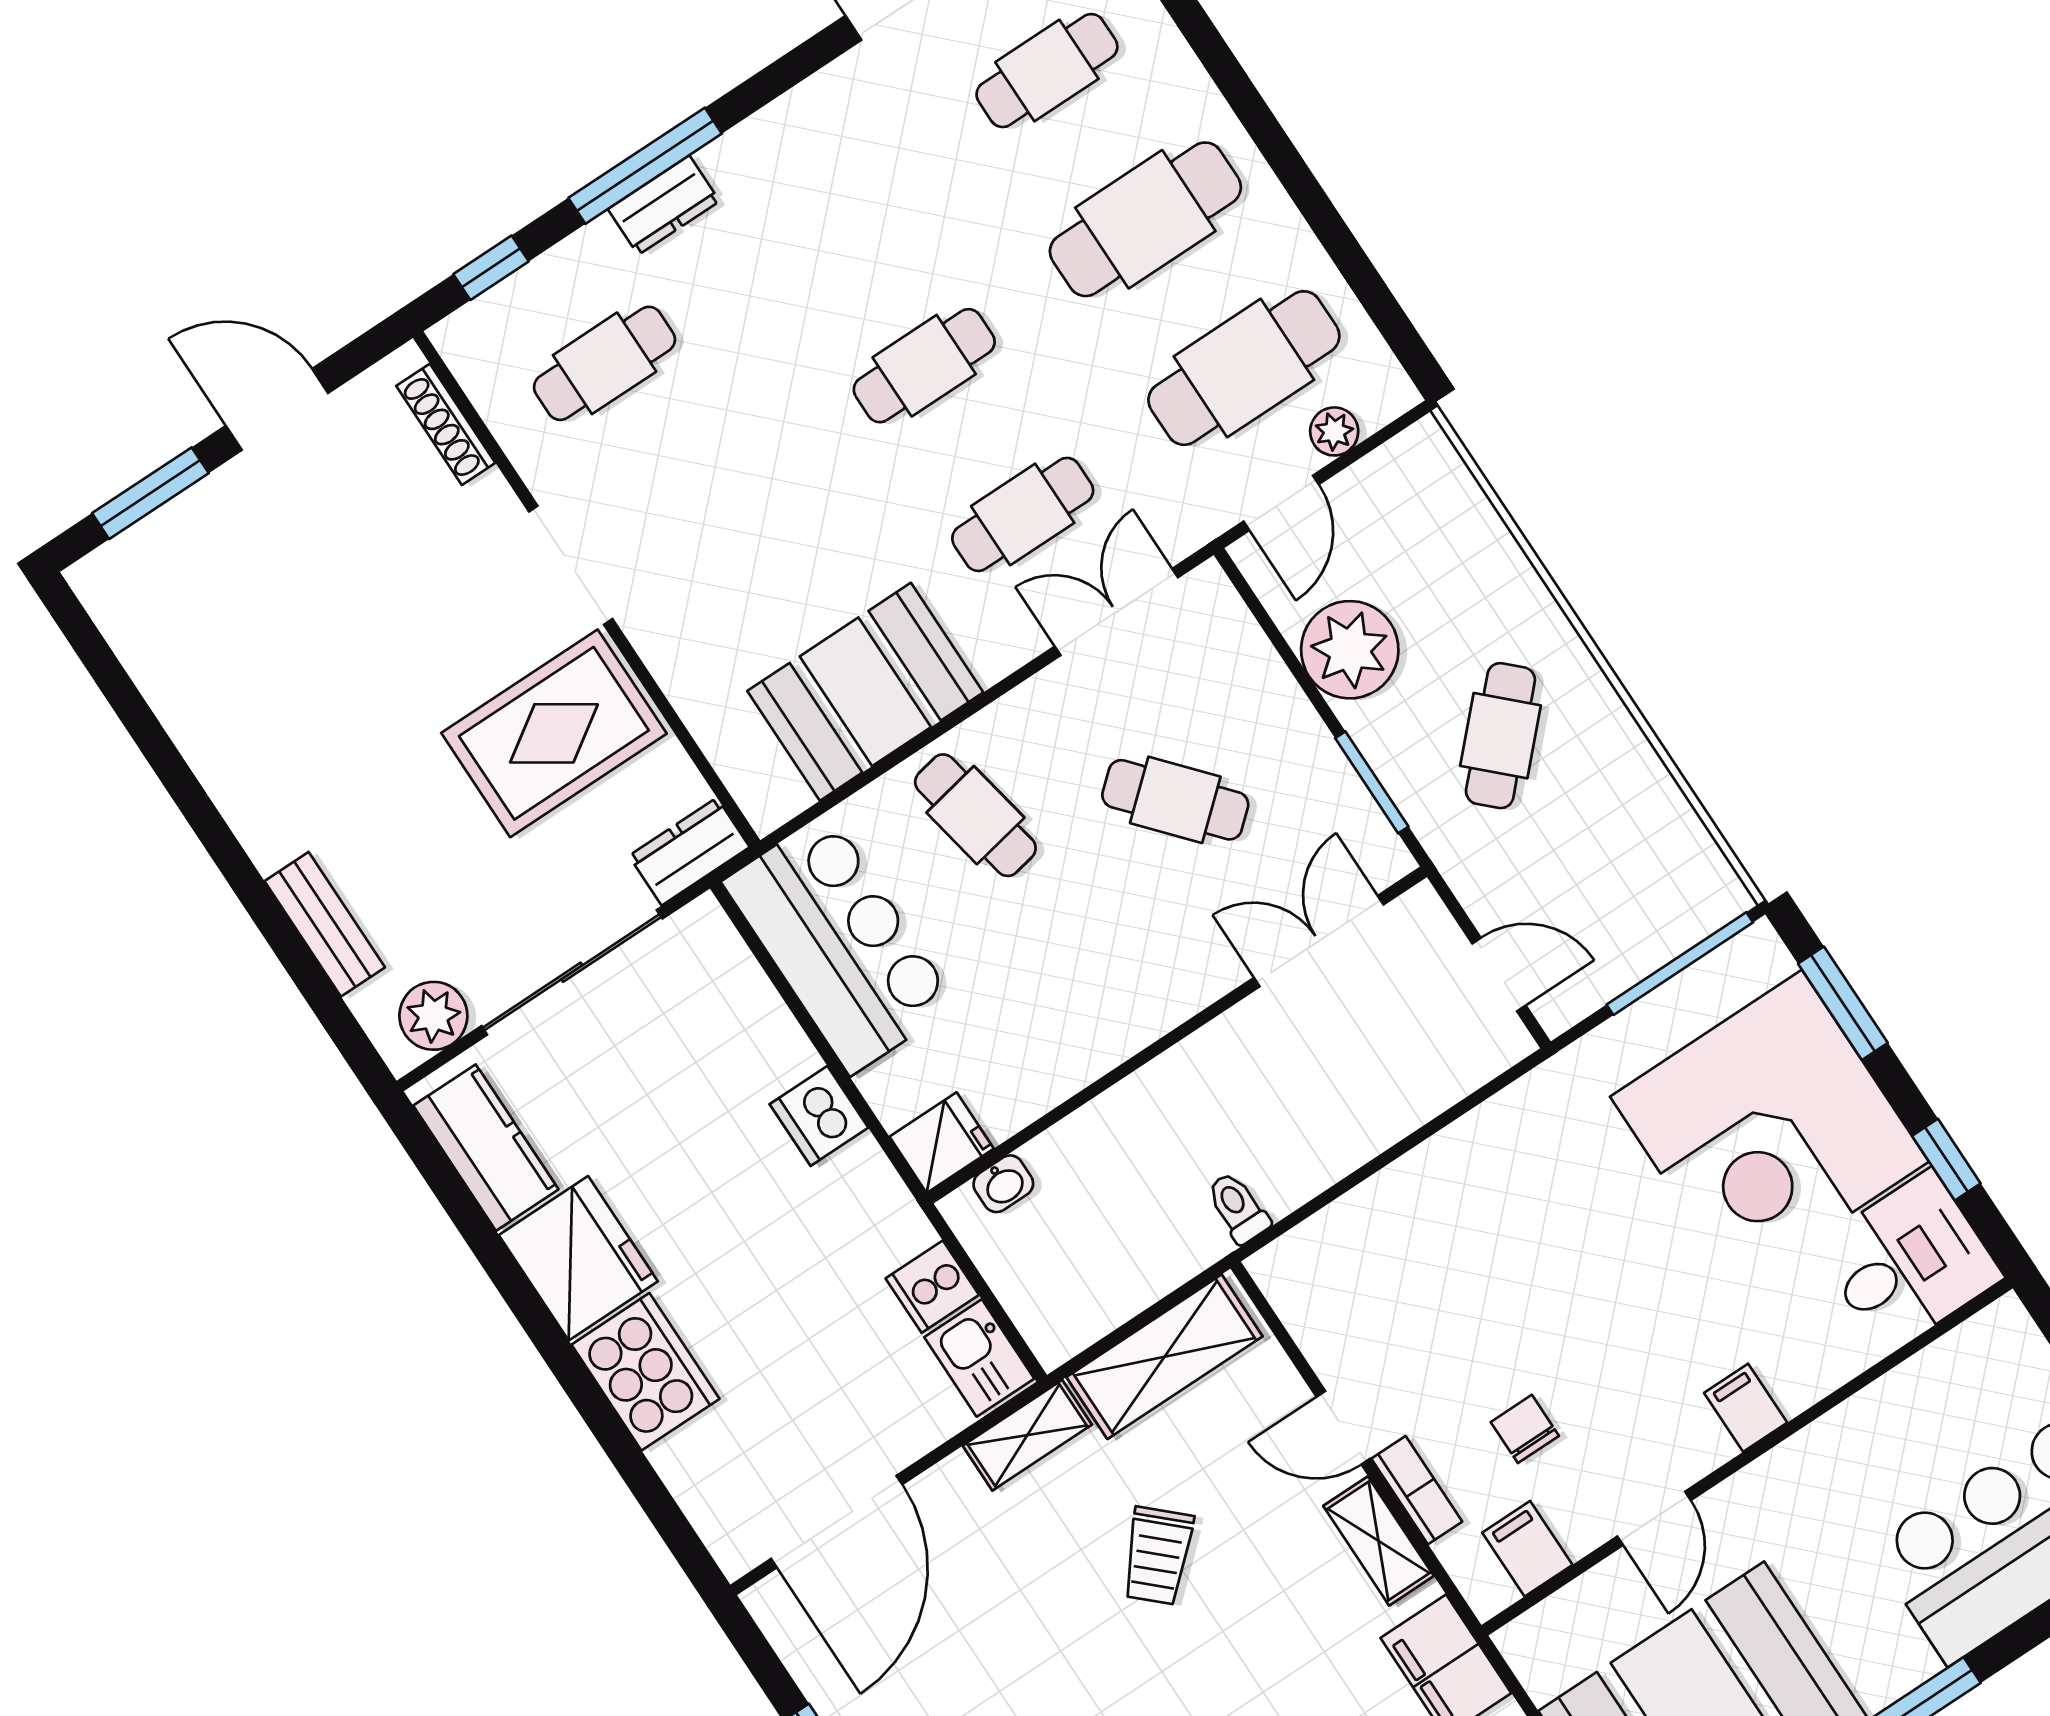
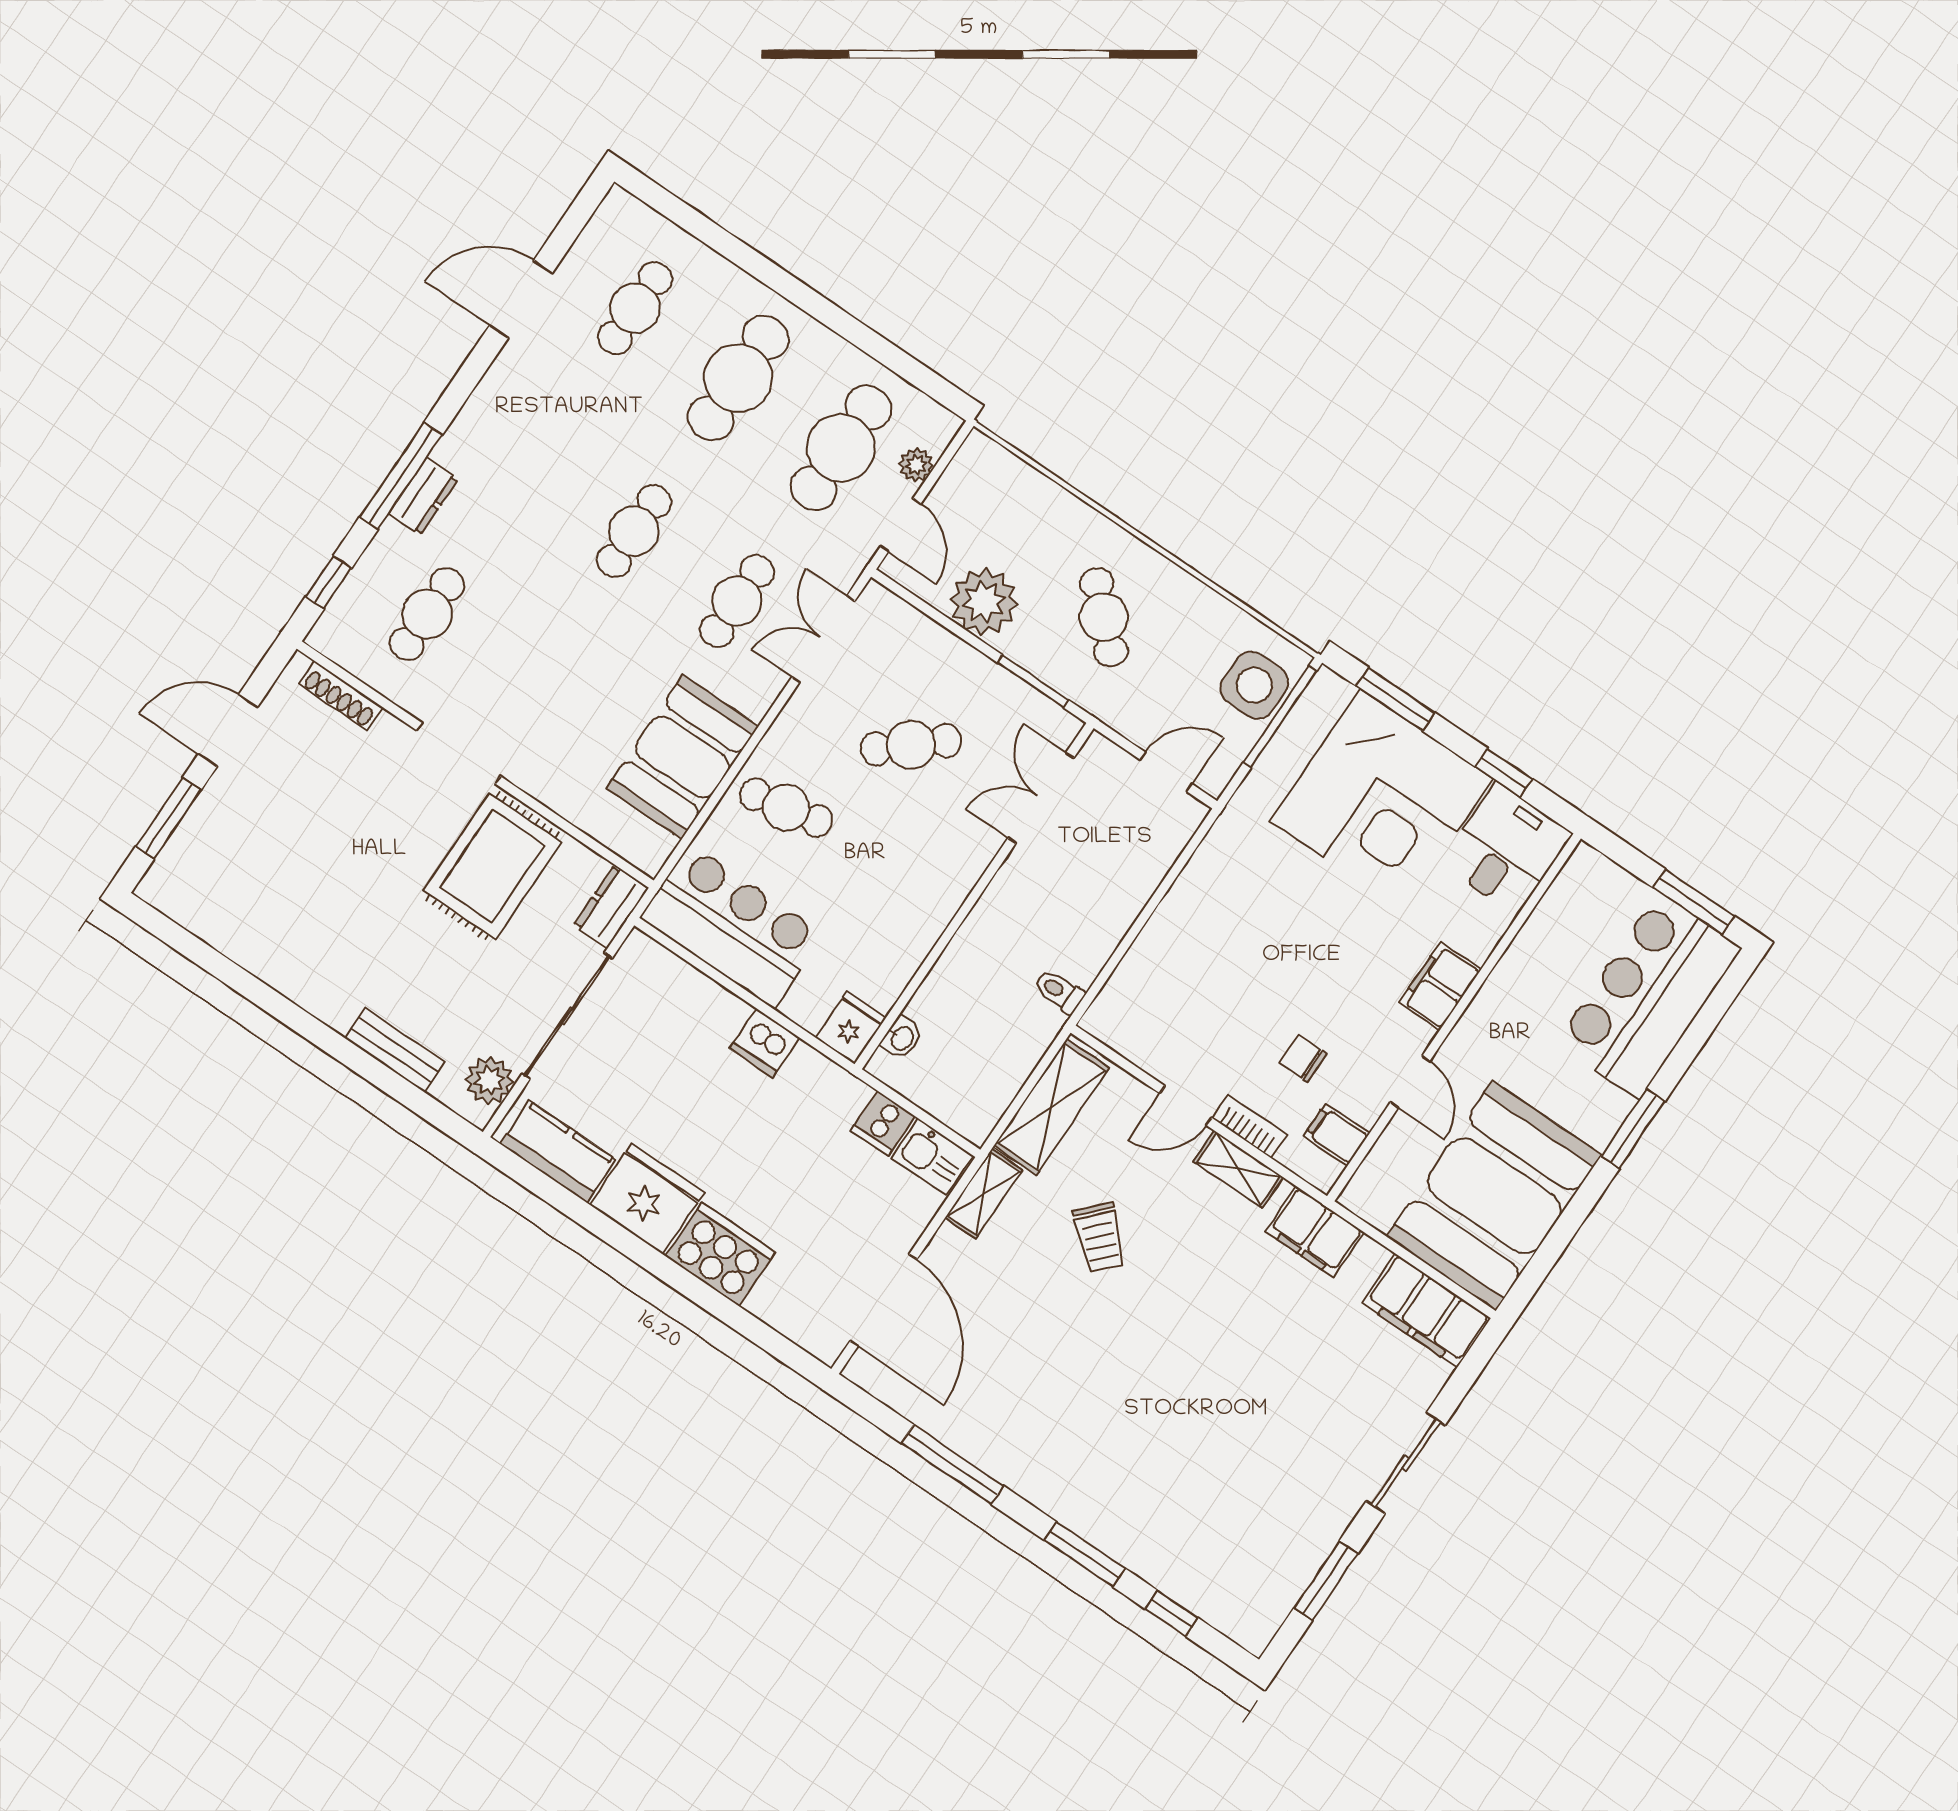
side table: (1663, 908) -> (1254, 685), added
filing cabinet: (1746, 1408) -> (1440, 986), width x2.00

